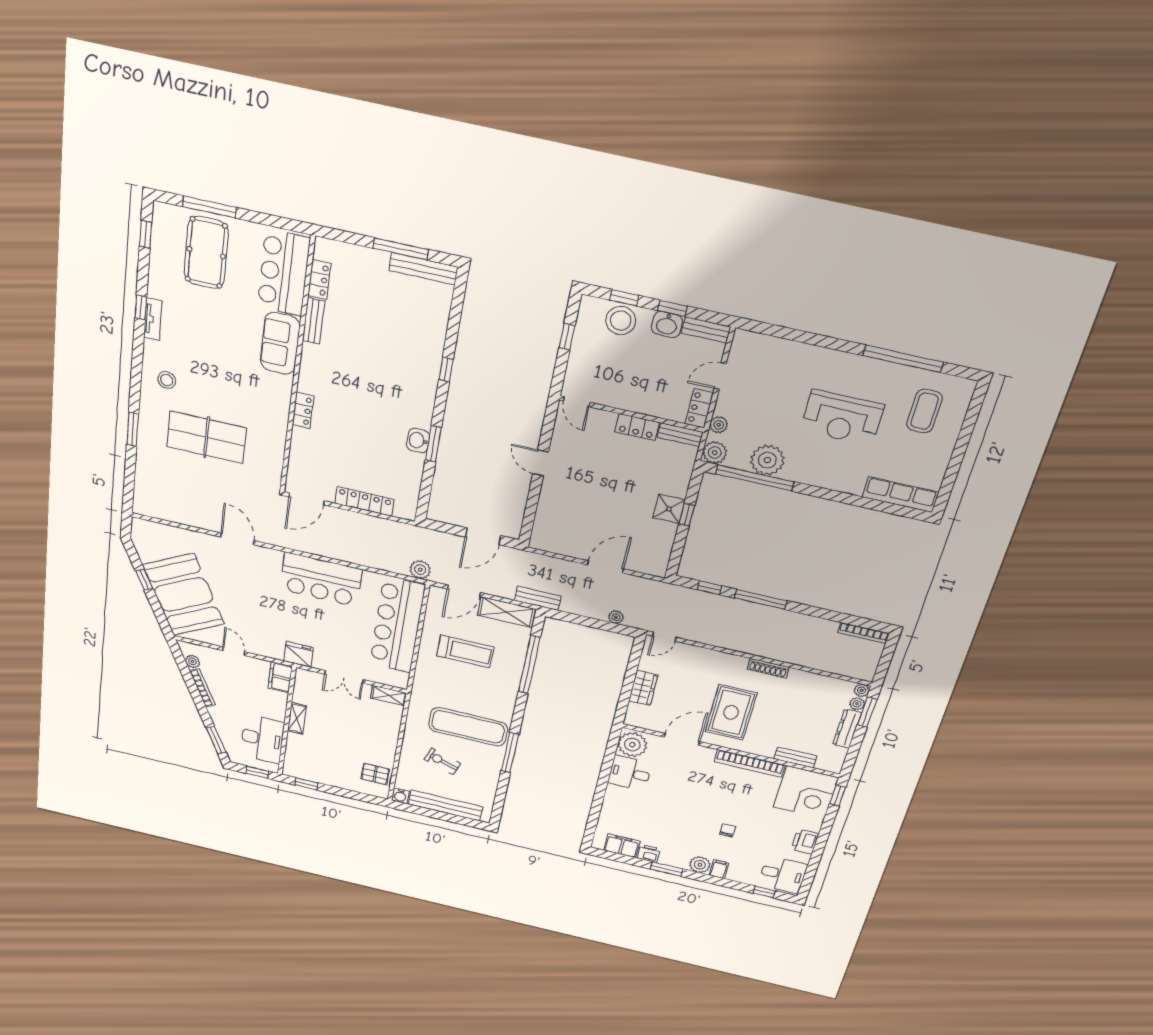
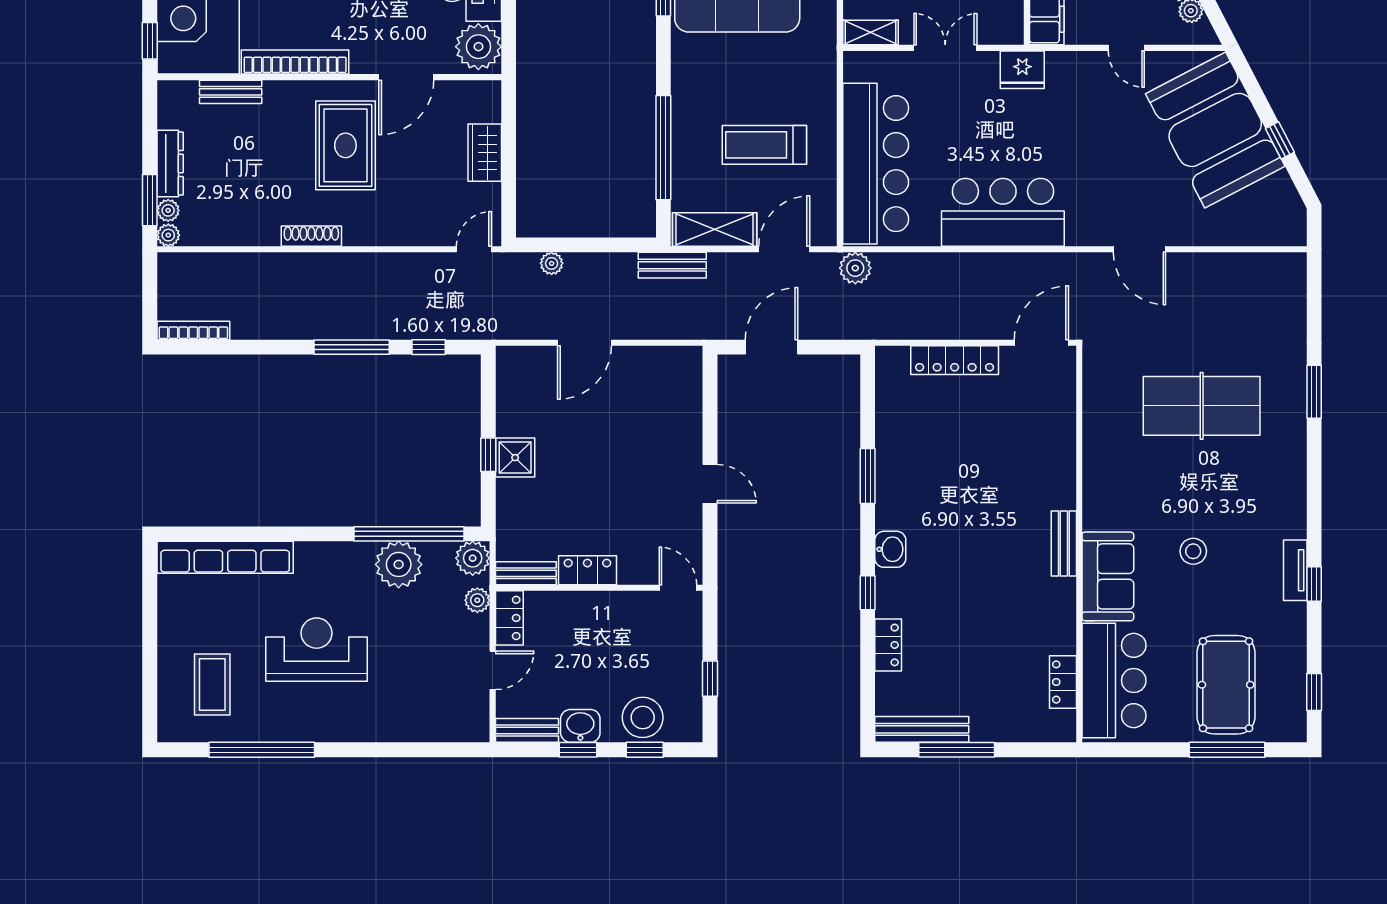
bench: (314, 321) -> (1064, 544), moved
stool: (167, 380) -> (1193, 551), moved
locker: (303, 410) -> (888, 645), moved, turned 180
washbasin: (418, 440) -> (890, 549), moved
row of seats: (900, 495) -> (225, 557), width x1.36

